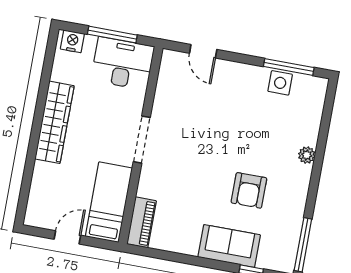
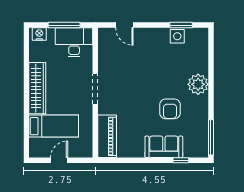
window: (289, 67) -> (181, 25), width x0.69
plant: (307, 155) -> (198, 84), width x1.87, depth x1.87
bed: (109, 202) -> (54, 126), moved, turned 90
piano: (142, 222) -> (107, 136), width x1.37, depth x1.33

